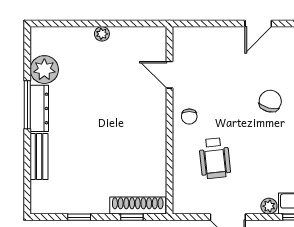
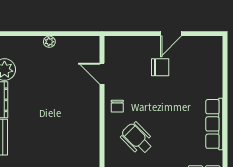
chair: (270, 101) -> (160, 67), moved, turned 75
wheelchair: (215, 158) -> (137, 139), turned 141

